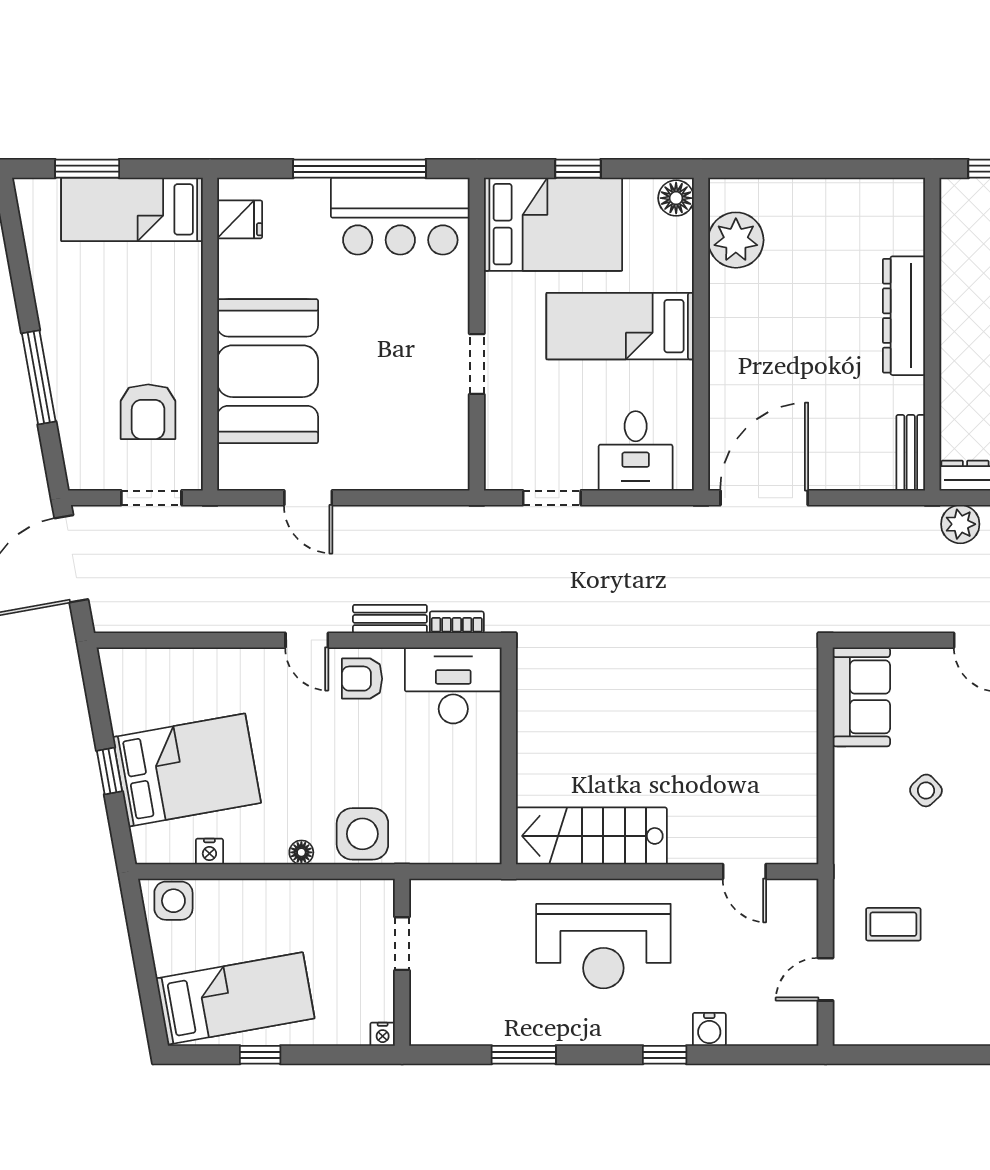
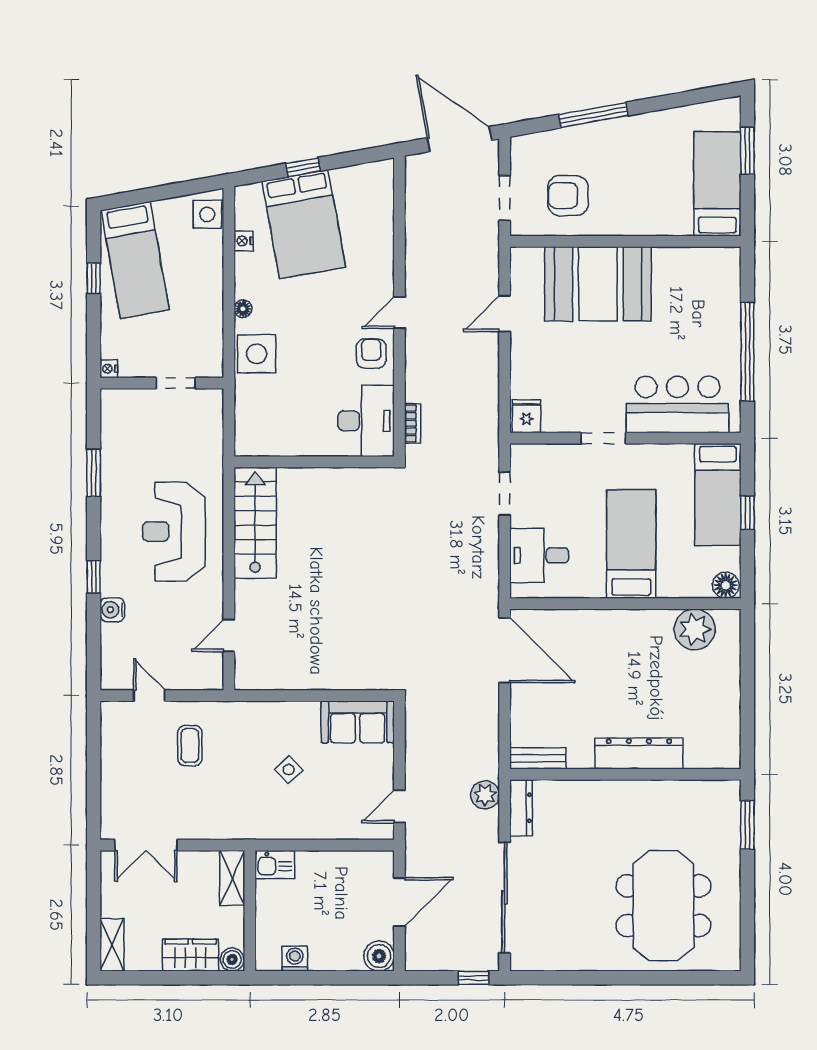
bar counter: (400, 216) -> (678, 404), moved, turned 90
fridge: (240, 219) -> (526, 416), moved, turned 180
bed: (553, 224) -> (718, 494), width x0.67
bench: (390, 619) -> (415, 374), removed

